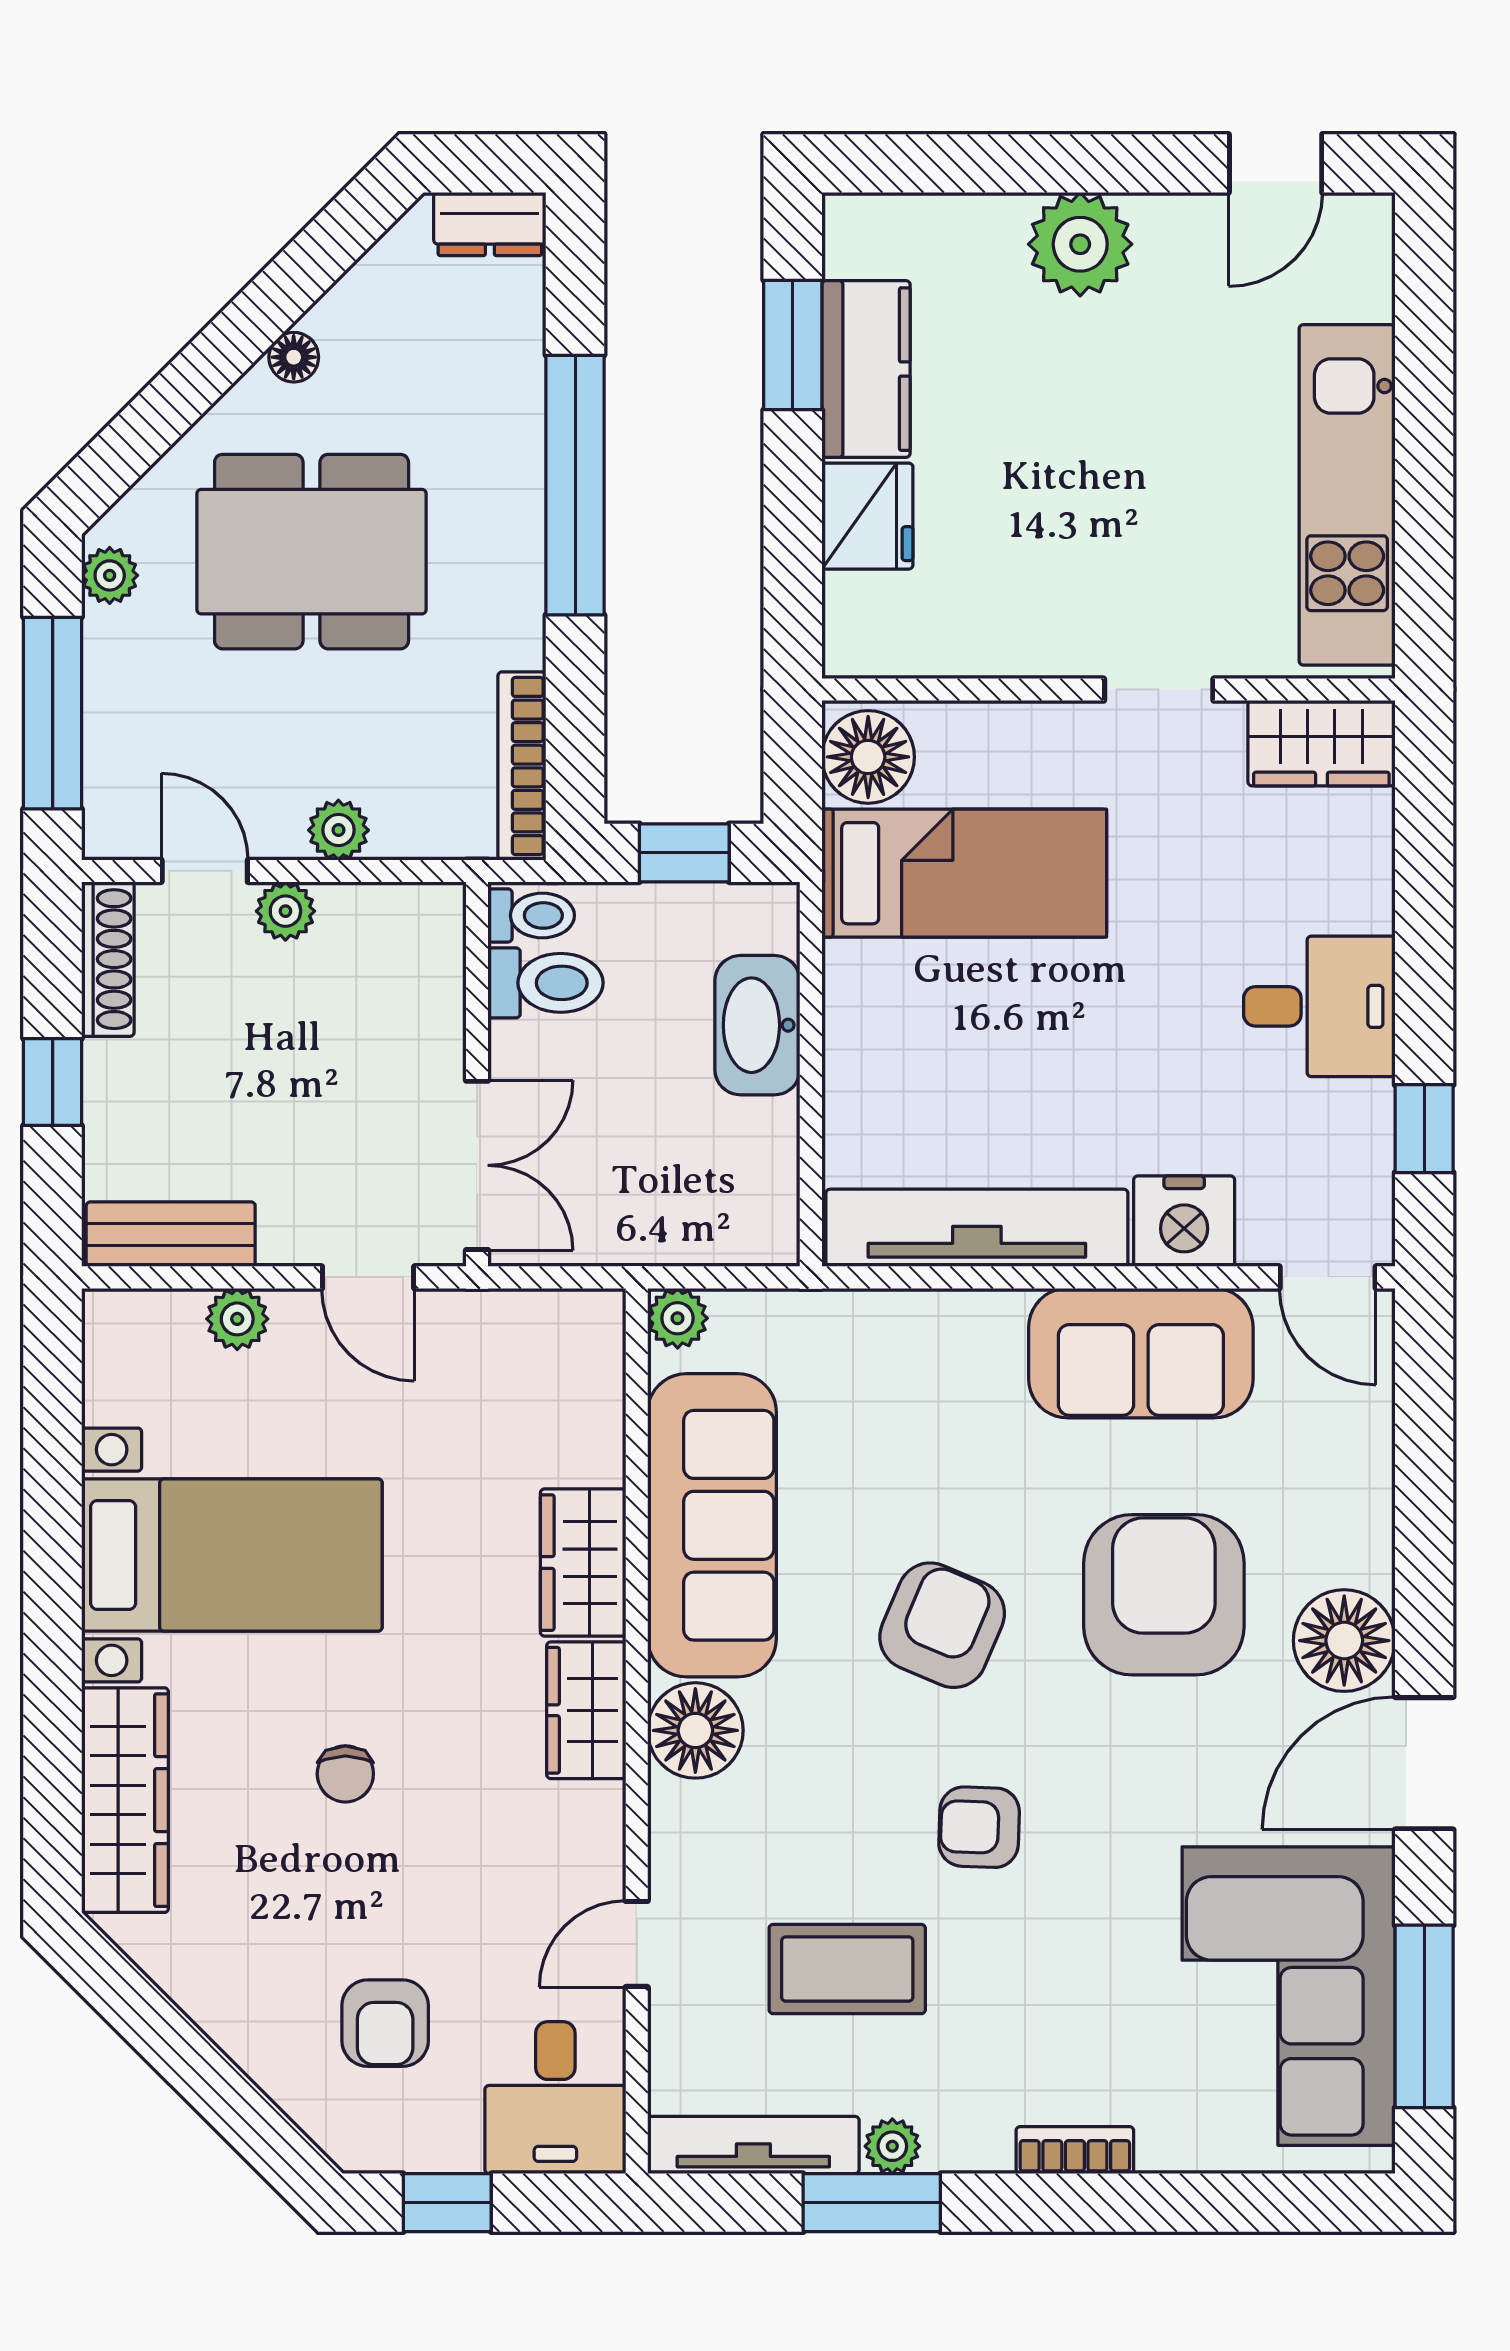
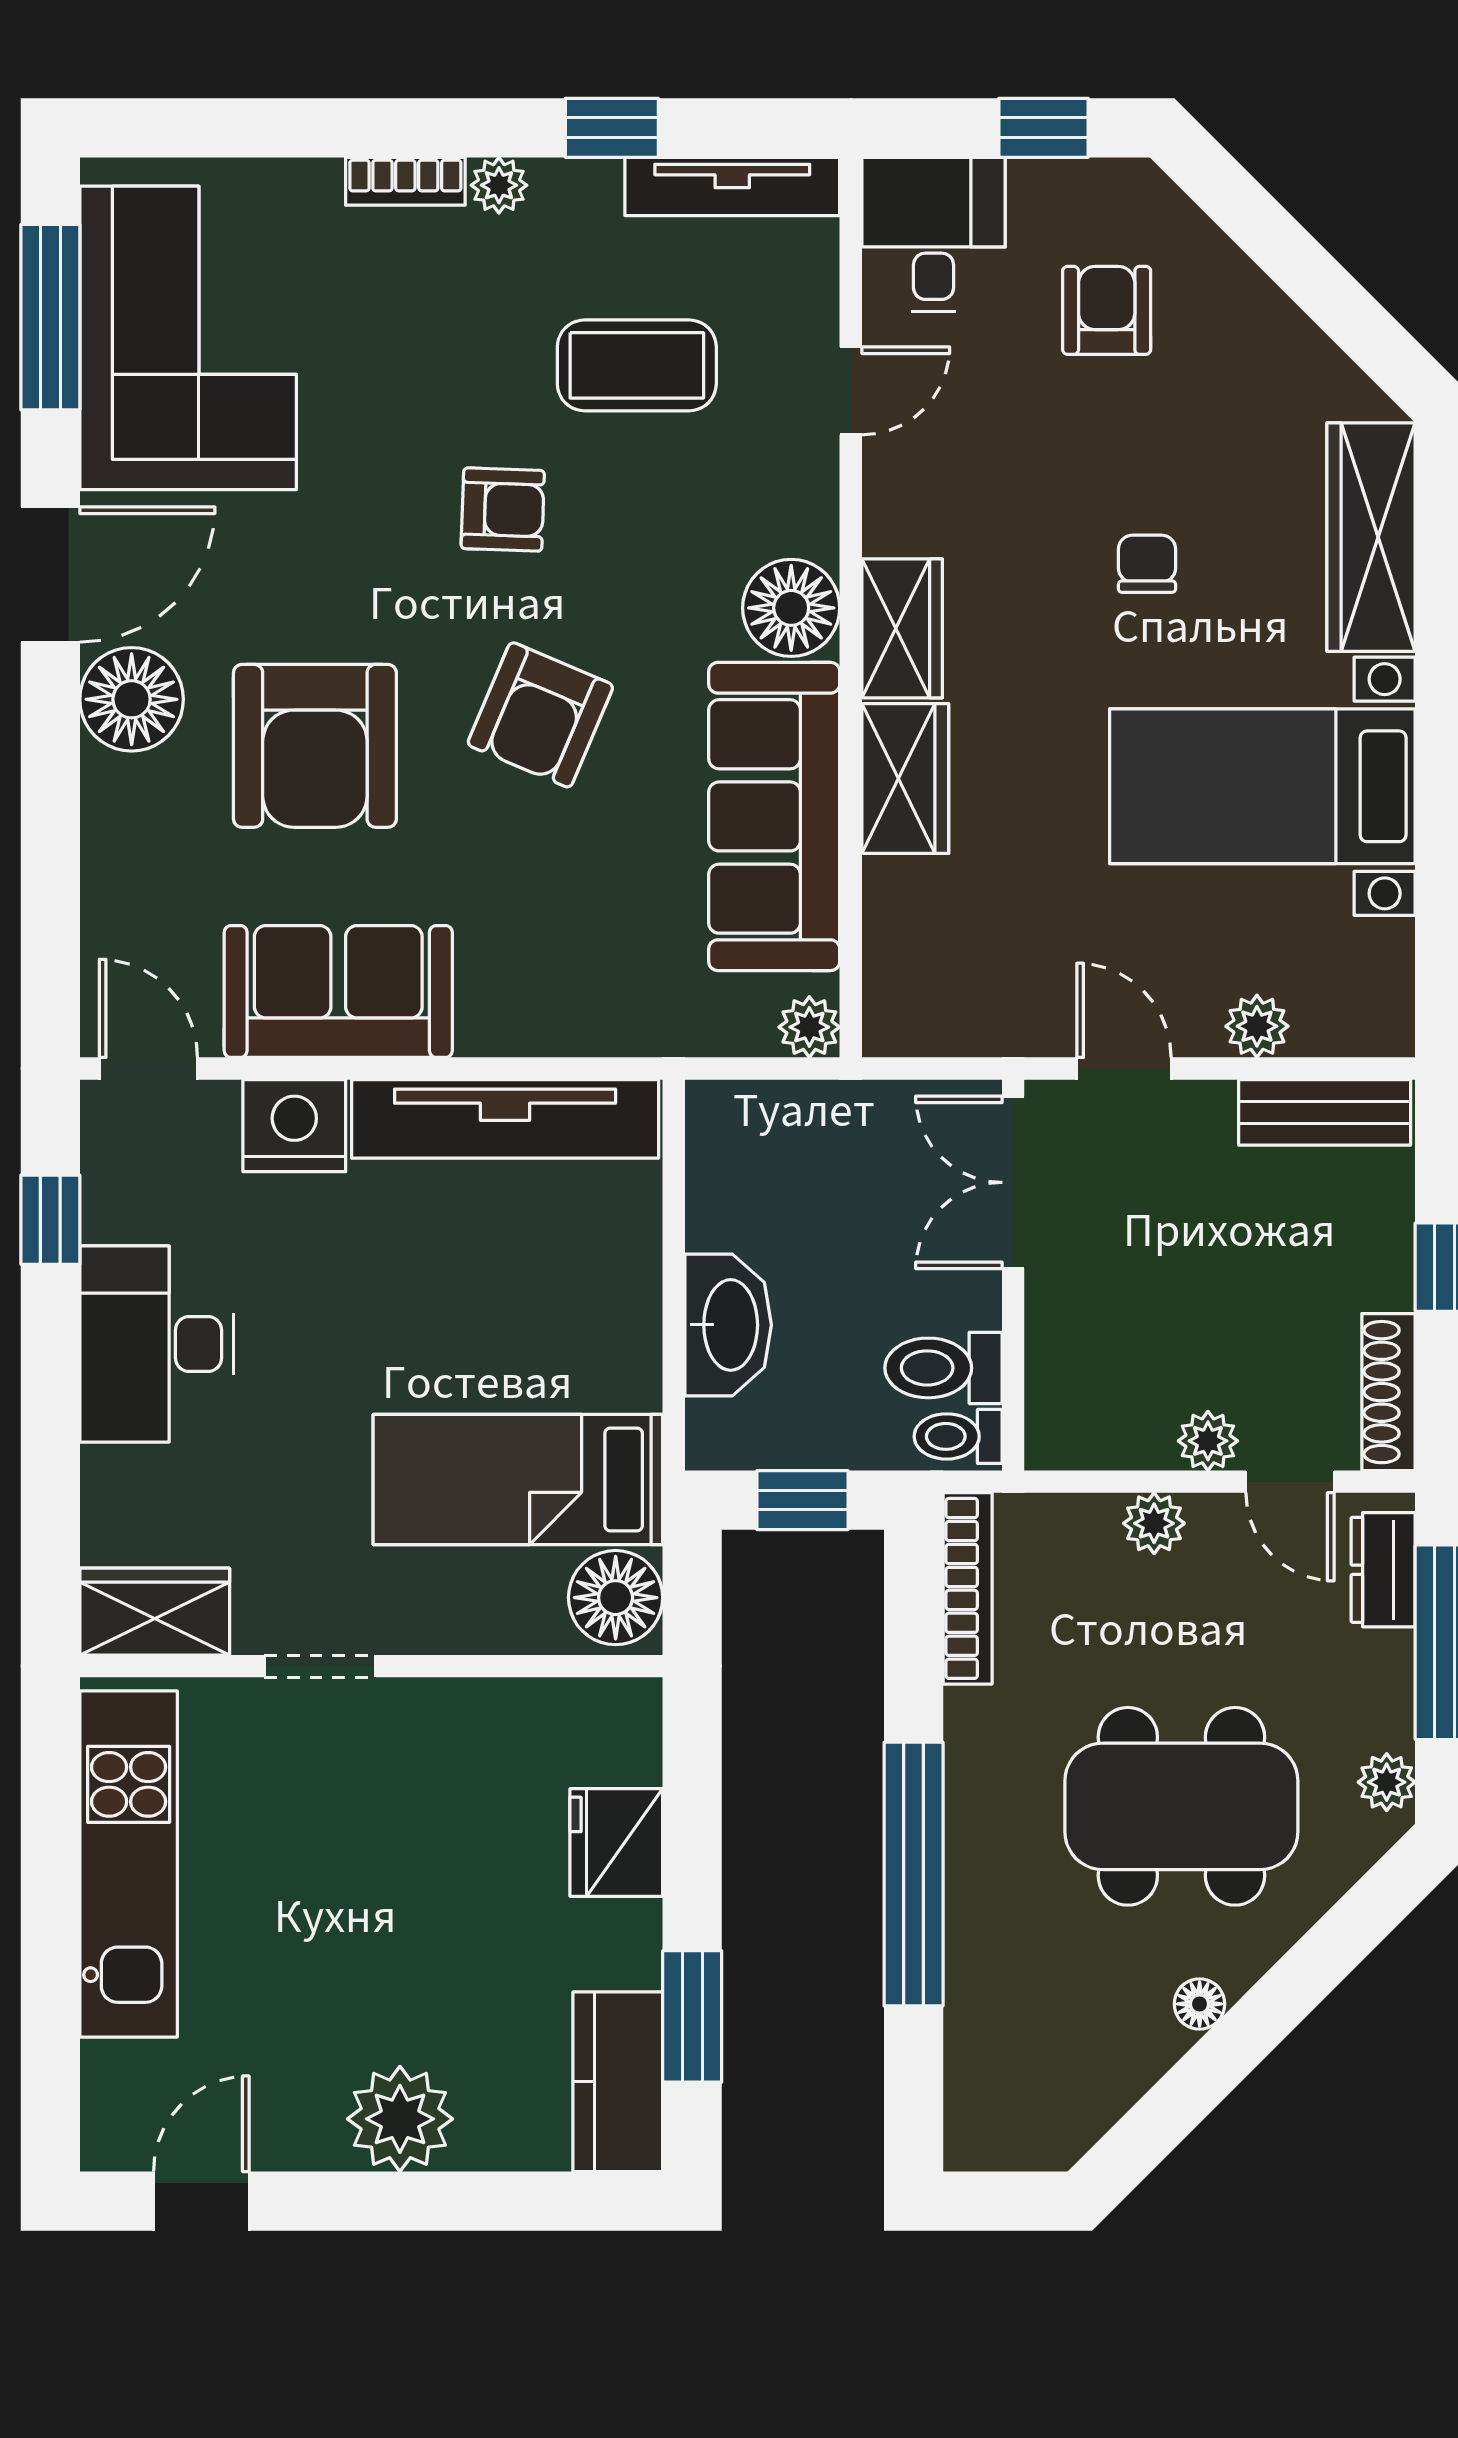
dresser: (490, 224) -> (1383, 1570), moved, turned -90
kitchen counter: (866, 369) -> (618, 2082), moved
desk: (1319, 1006) -> (157, 1344), width x1.37
plant: (892, 2146) -> (499, 185), moved
window: (872, 2203) -> (612, 128), width x0.67

